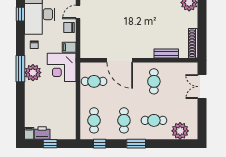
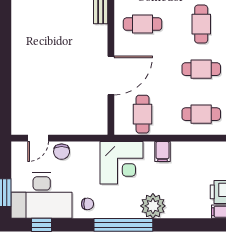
door: (78, 12) -> (38, 138), hinge flipped
filing cabinet: (69, 47) -> (162, 152), moved
window: (20, 69) -> (123, 225), width x1.46
plant: (33, 73) -> (153, 206), moved

